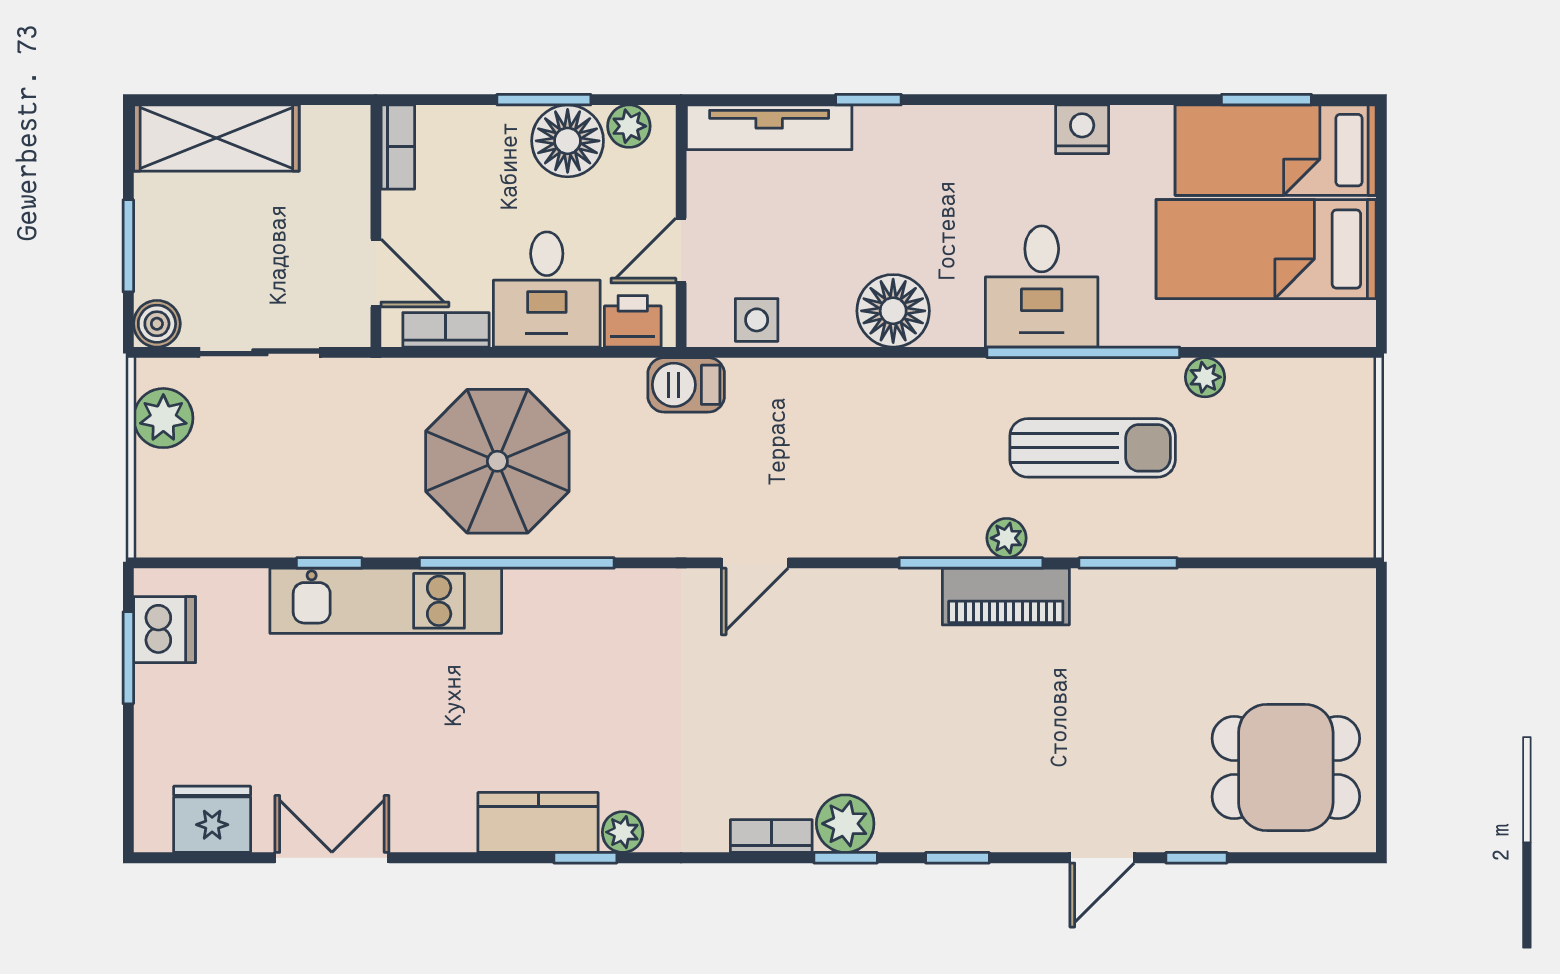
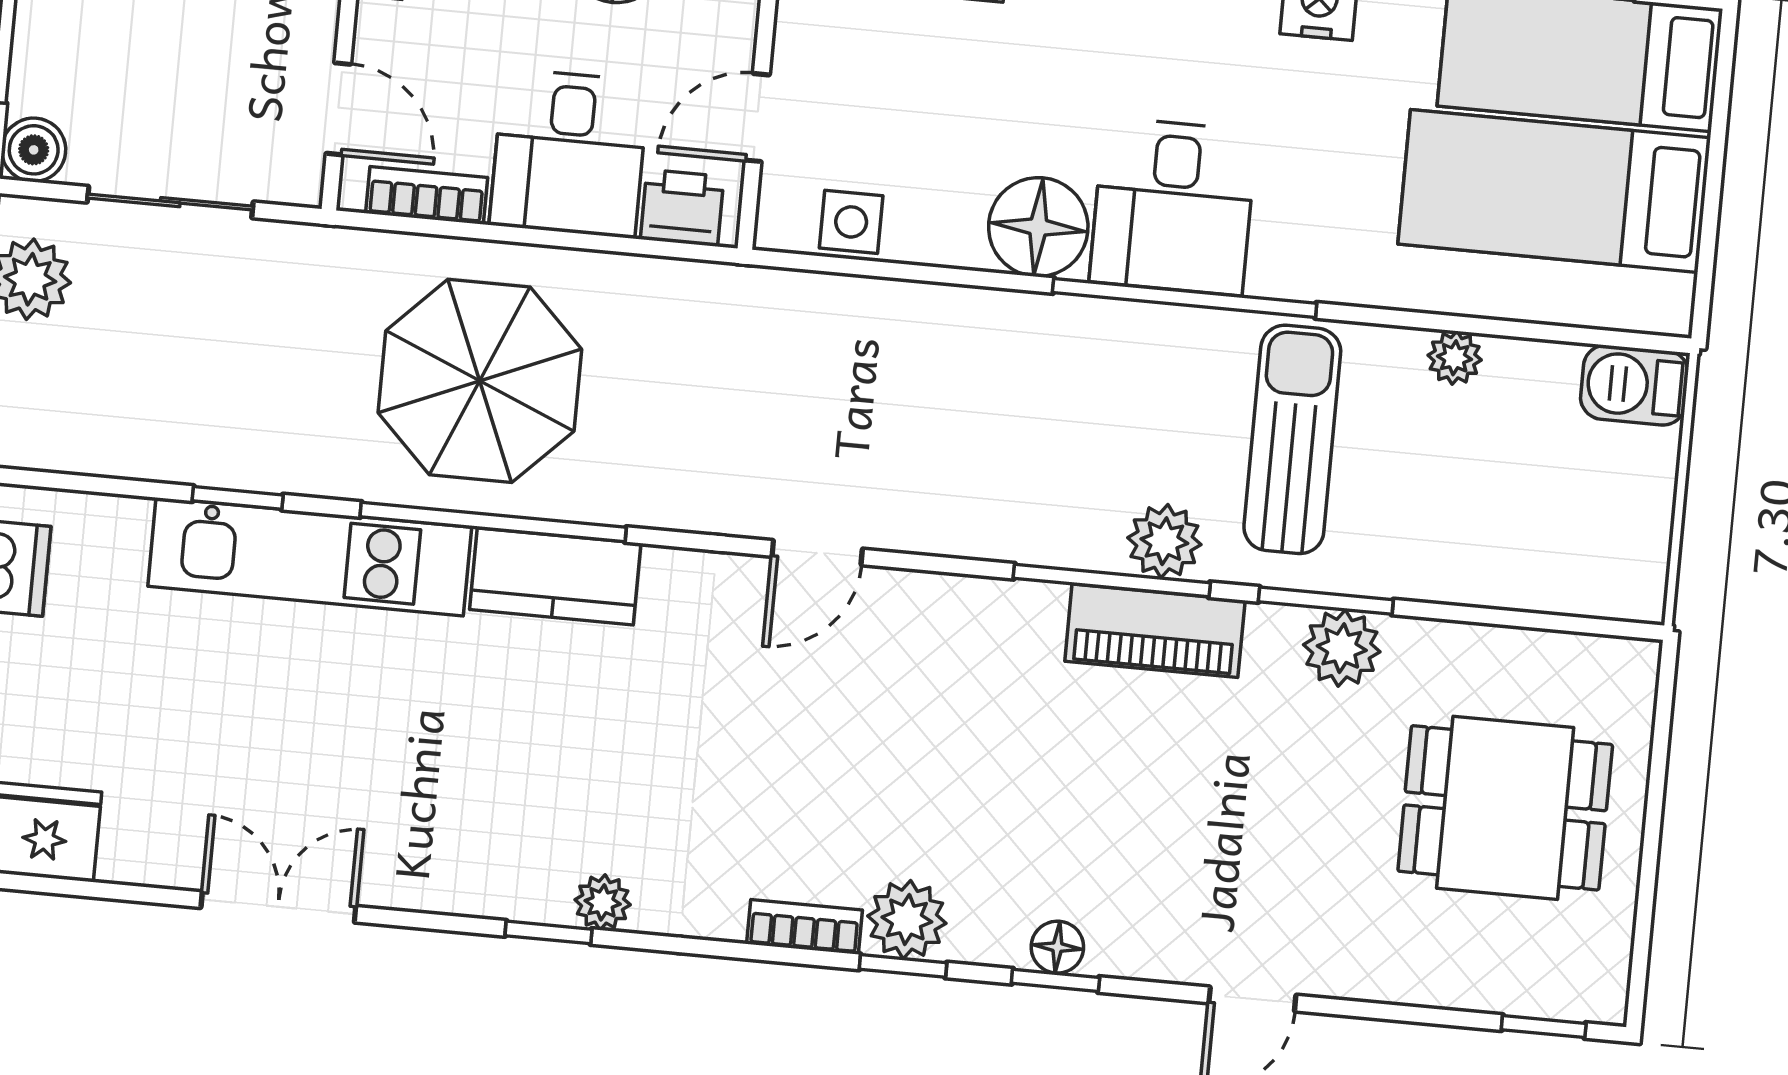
desk: (1042, 286) -> (1173, 206), moved
window: (1083, 352) -> (1185, 298), moved
barbecue: (686, 385) -> (1634, 385), moved
sun lounger: (1093, 448) -> (1292, 439), turned -90
plant: (1007, 538) -> (1164, 541), width x1.38, depth x1.38
plant: (1143, 596) -> (1342, 648), added
dining table: (1286, 768) -> (1505, 808), moved
kitchen counter: (538, 822) -> (555, 576), moved, turned 180
floor lamp: (957, 833) -> (1057, 947), added
double door: (332, 858) -> (278, 907), moved
window: (1196, 858) -> (1544, 1027), moved

